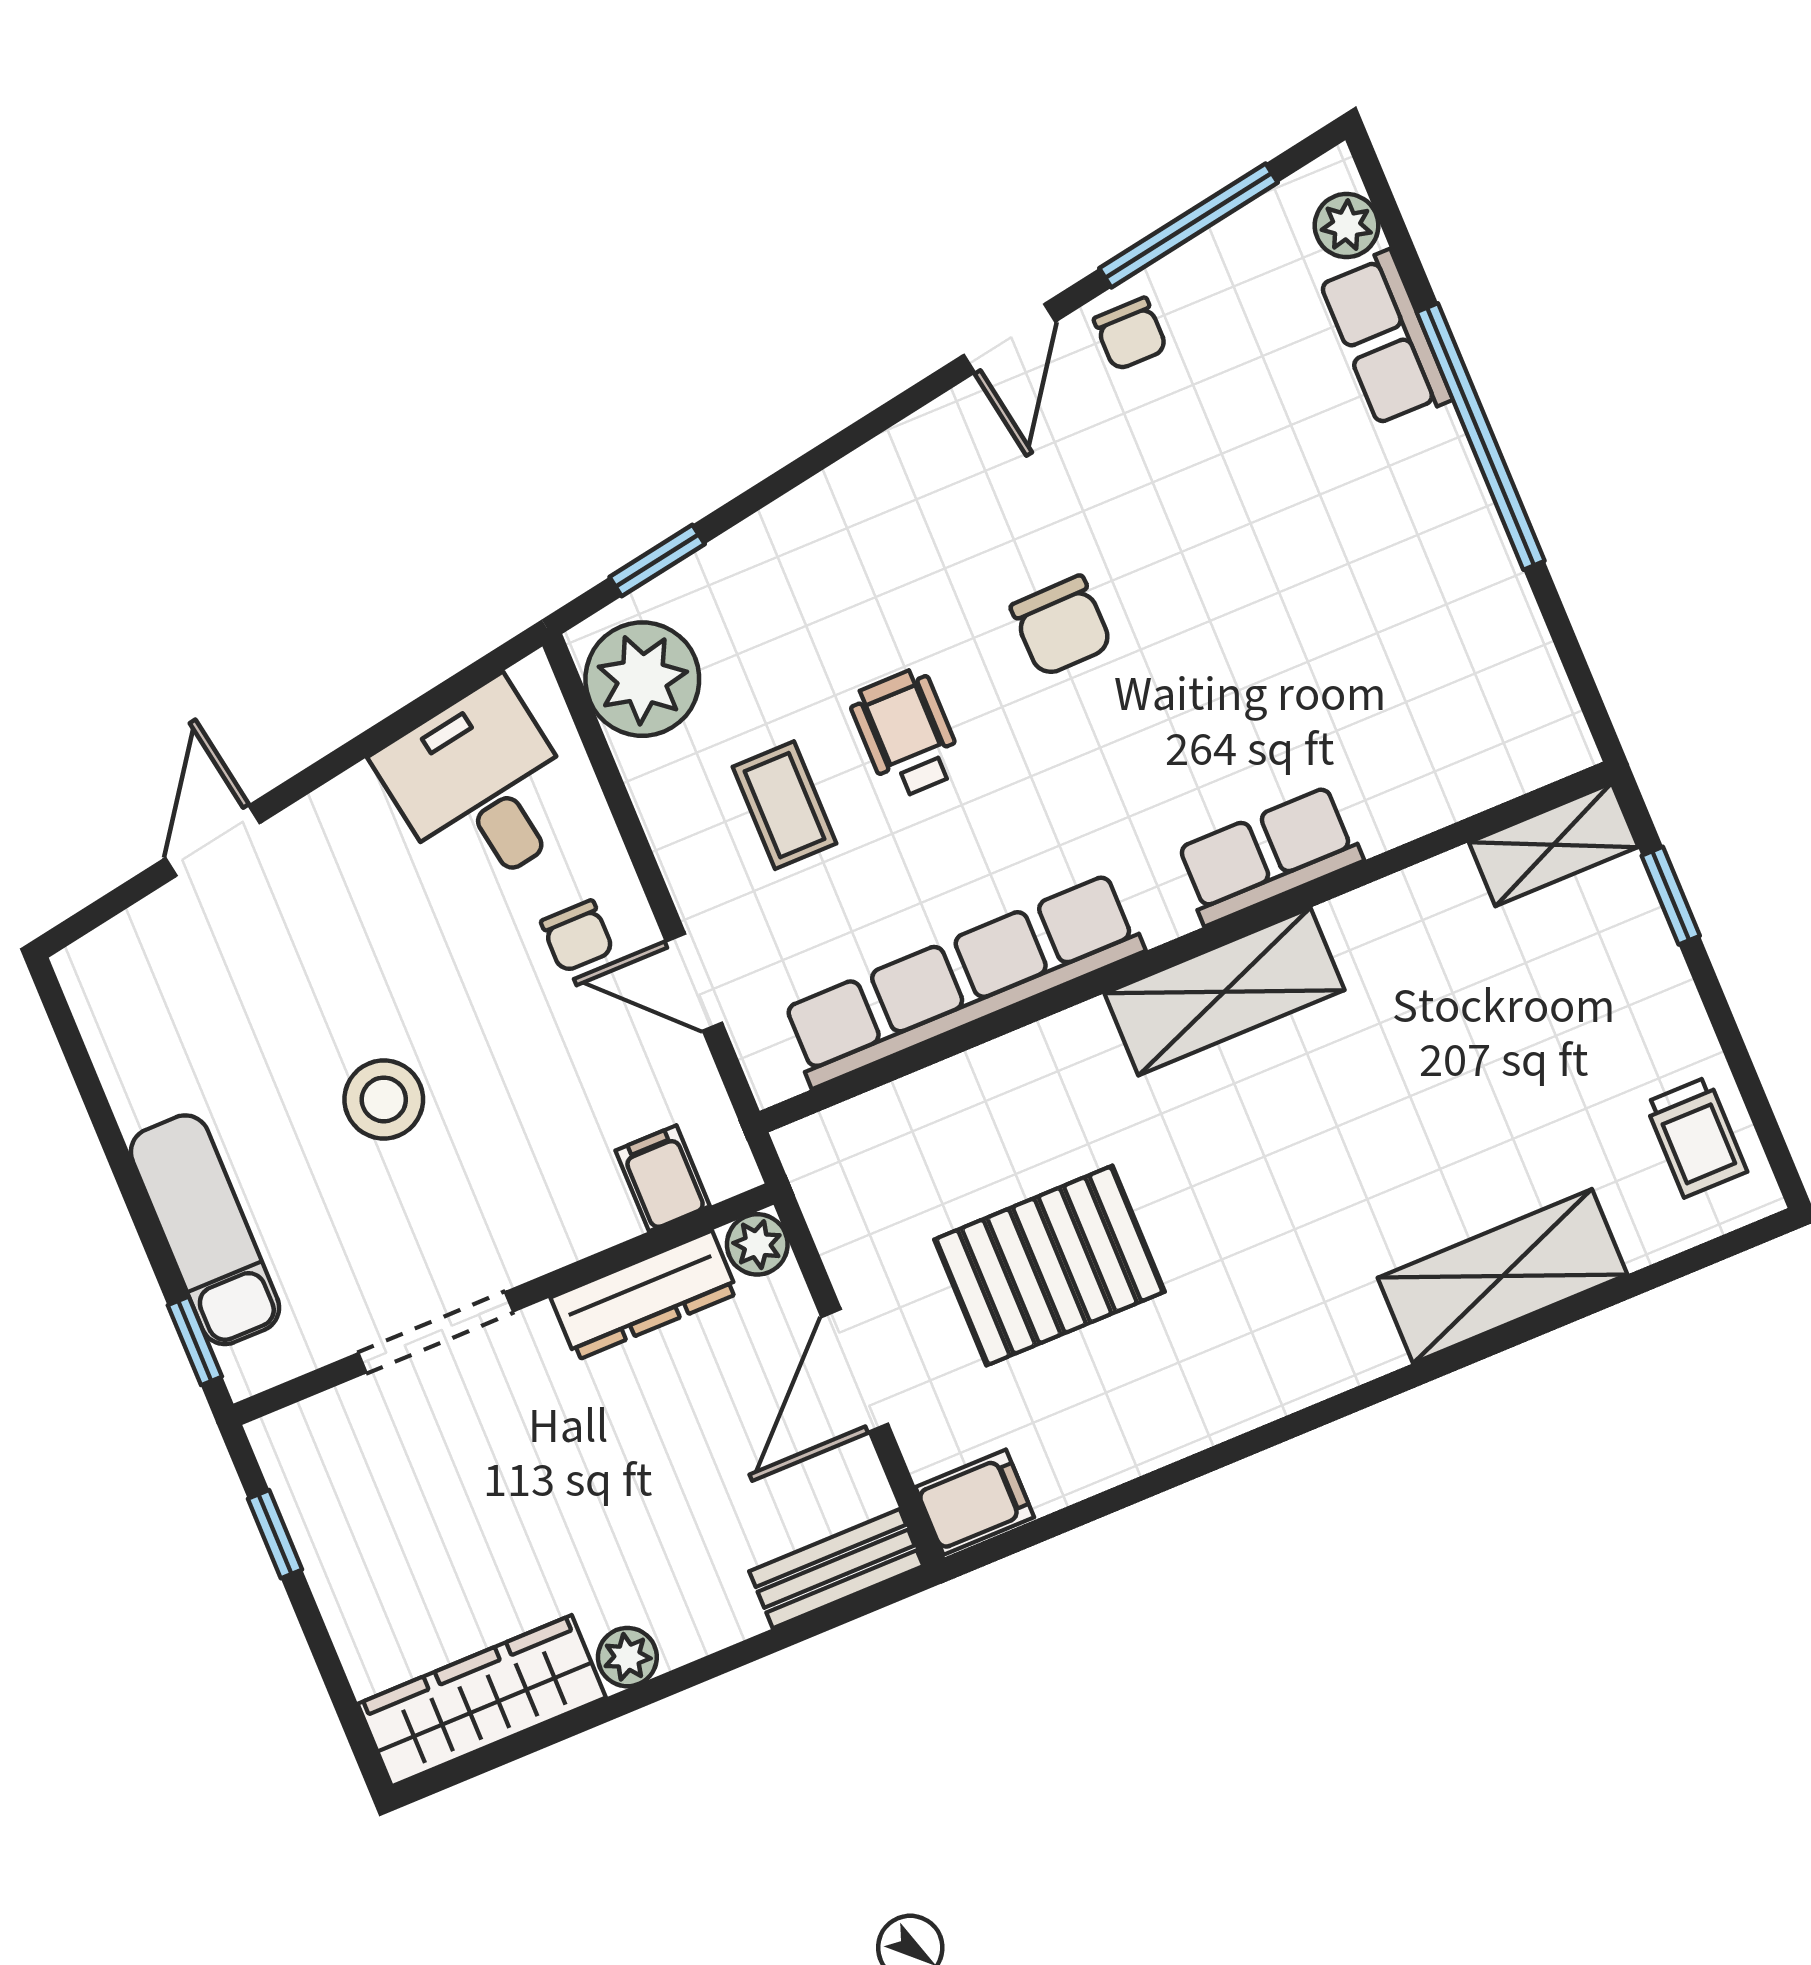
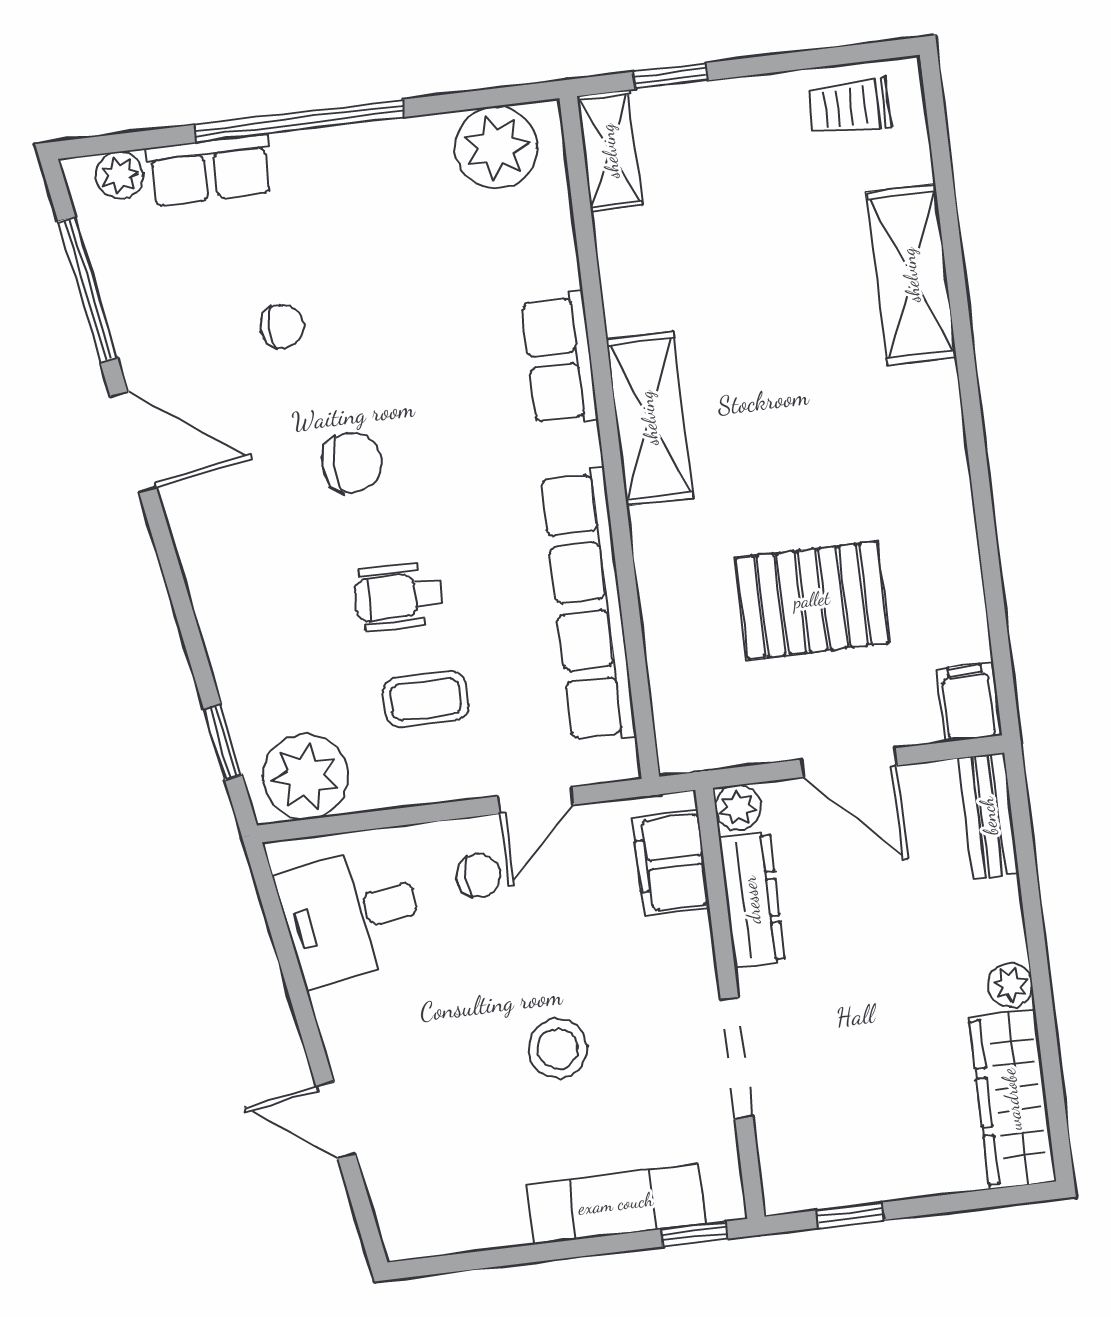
chair: (1130, 334) -> (282, 326), moved
door: (1009, 338) -> (133, 442), width x1.38
plant: (1517, 698) -> (496, 147), added
trolley: (1696, 1137) -> (850, 107), turned 180
filing cabinet: (663, 1178) -> (671, 863), width x2.00
pallet: (1049, 1266) -> (812, 600), turned 90

